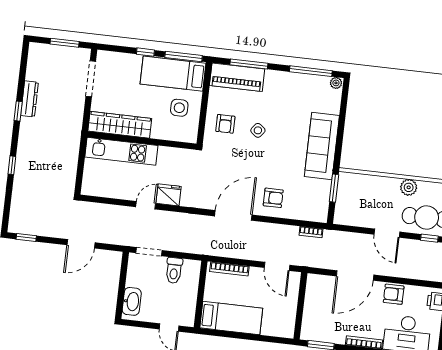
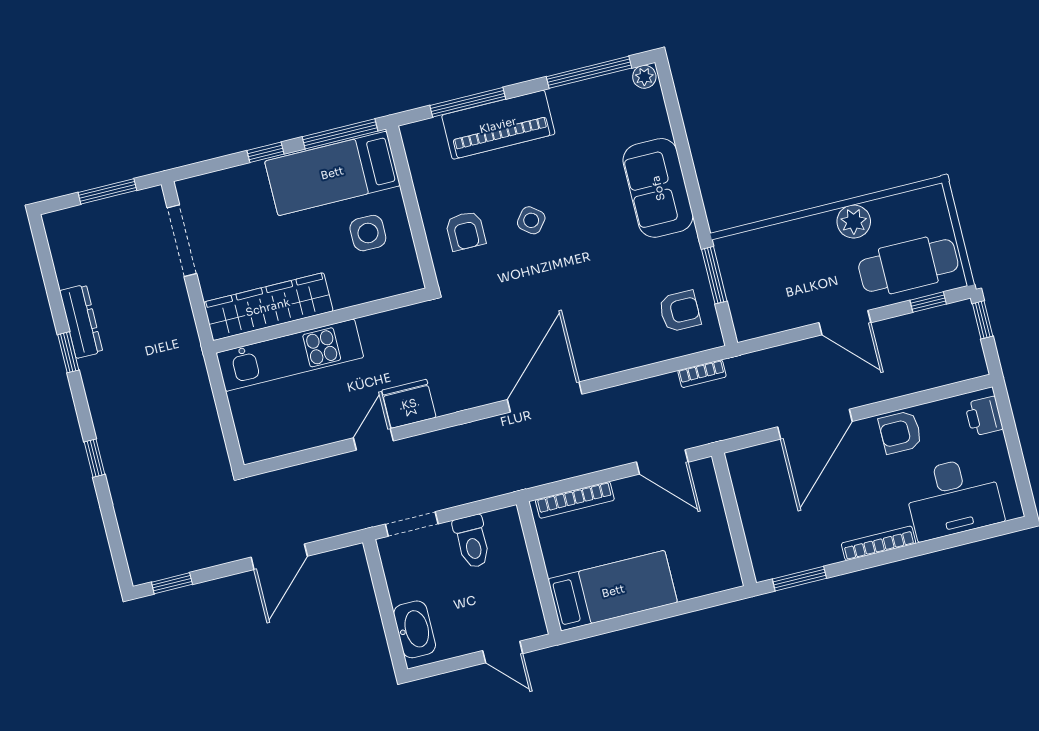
piano: (237, 77) -> (498, 125), moved
sofa: (322, 146) -> (658, 188), width x0.73
armchair: (273, 198) -> (680, 311), moved

